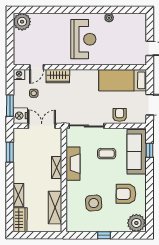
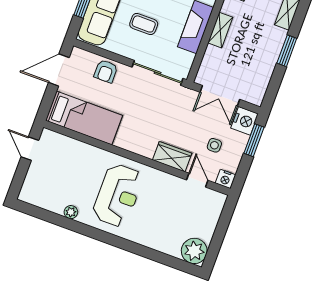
reception desk: (83, 39) -> (118, 195), turned 180
door: (37, 67) -> (197, 180), hinge flipped
window: (10, 152) -> (287, 51), moved

